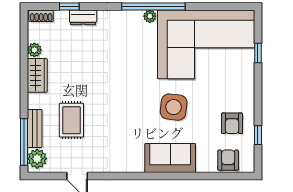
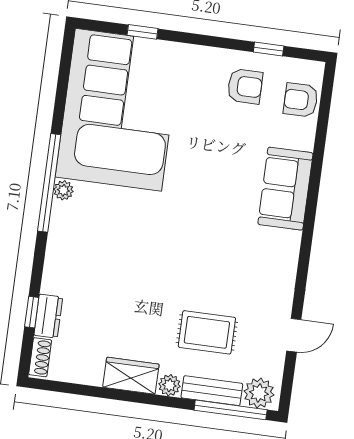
dresser: (83, 17) -> (48, 316), moved
plant: (34, 50) -> (169, 385), moved
side table: (174, 107) -> (208, 173), removed

